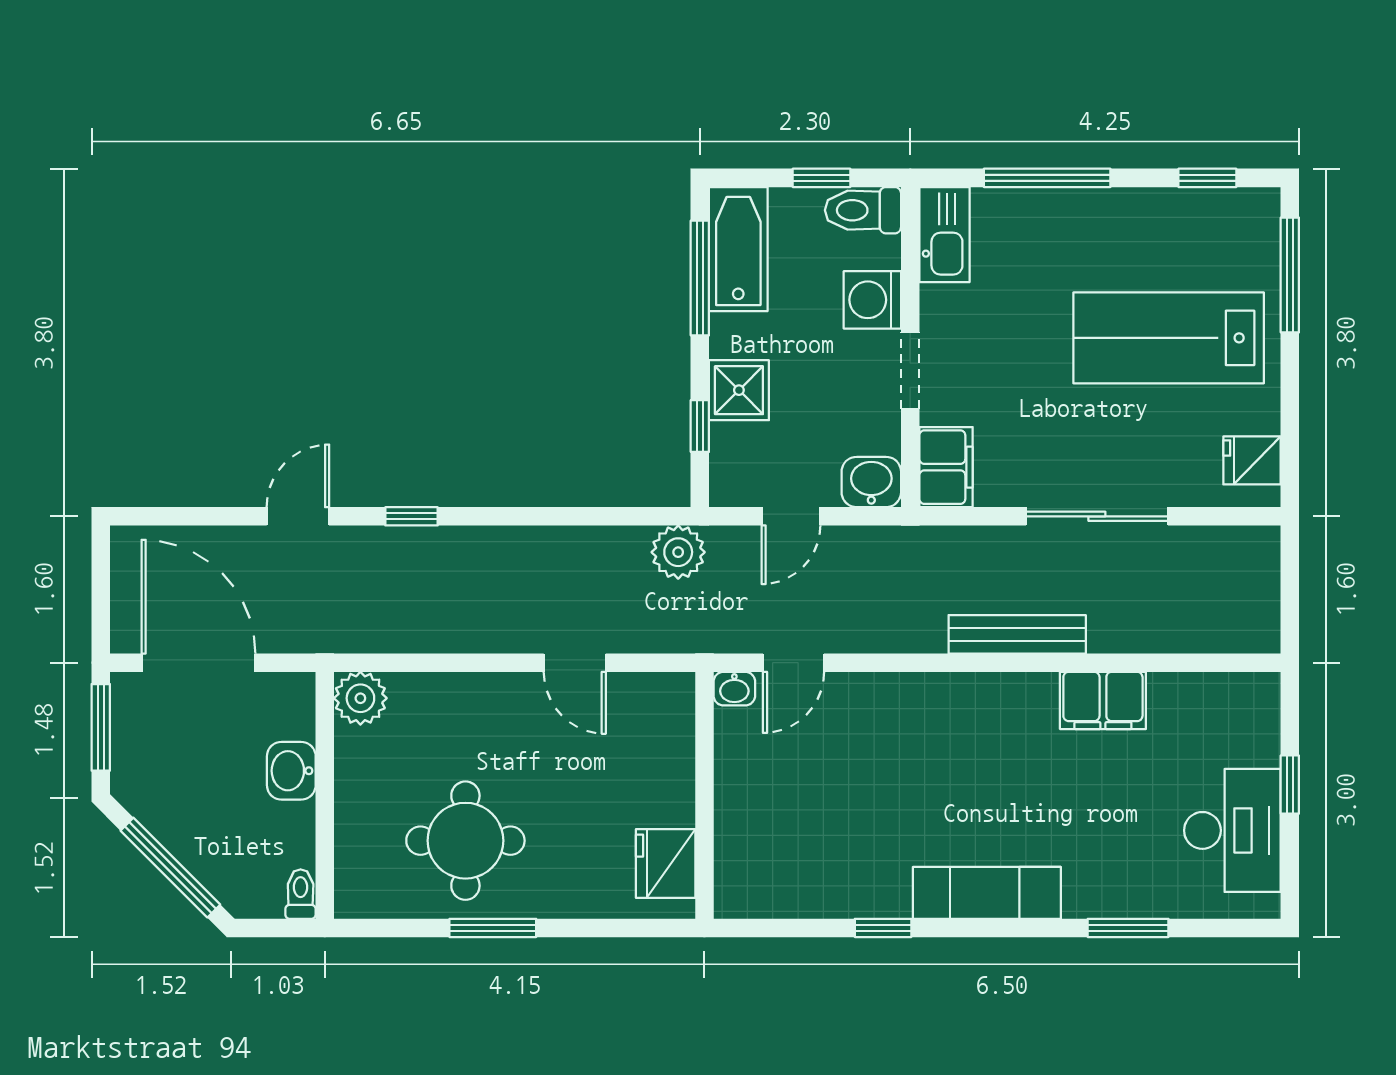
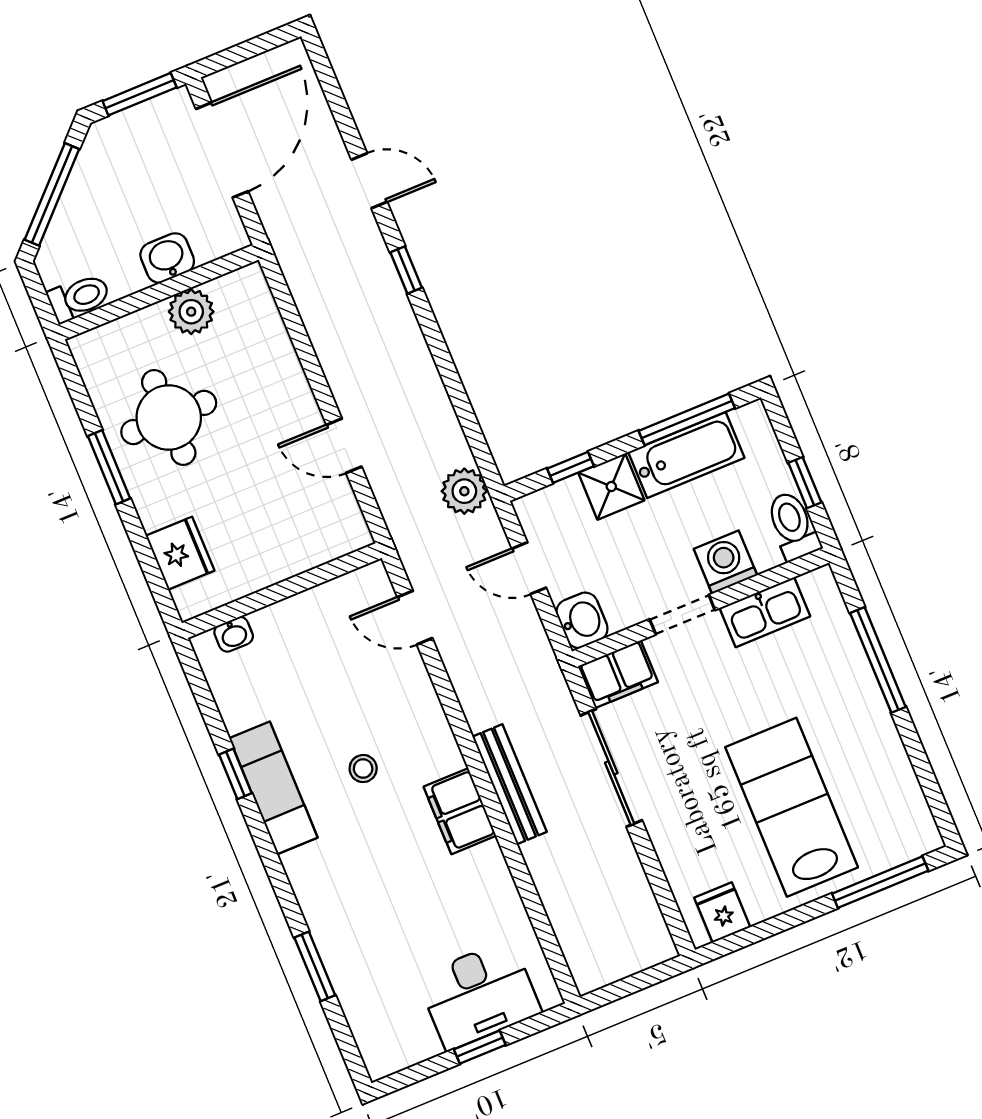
window: (1207, 178) -> (930, 786), removed
kitchen sink: (944, 235) -> (765, 612), moved
bathtub: (738, 249) -> (686, 455), moved
sliding door: (1097, 516) -> (611, 768), moved
door: (575, 663) -> (344, 446), hinge flipped
washbasin: (734, 689) -> (234, 634), moved, turned -90
plant: (360, 698) -> (191, 312), moved
filing cabinet: (1103, 700) -> (460, 811), moved
stool: (934, 787) -> (363, 769), added
desk: (1232, 830) -> (479, 995), moved
fridge: (666, 864) -> (180, 553), moved, turned 90
exam couch: (987, 893) -> (273, 788), moved
toilet: (301, 894) -> (79, 298), width x1.37, depth x1.39

